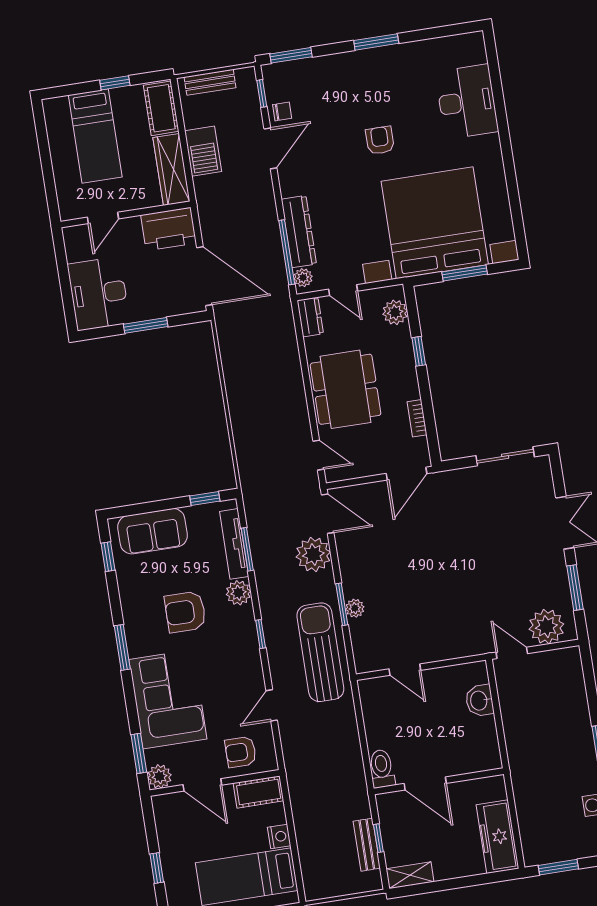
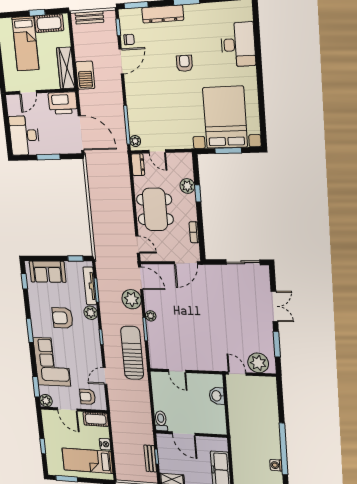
cot: (161, 108) -> (49, 23), moved, turned 90
barbecue: (203, 151) -> (85, 75), moved
bed with nightstands: (435, 223) -> (225, 117), width x0.73
dresser: (299, 232) -> (163, 14), moved, turned 90
plant: (395, 312) -> (187, 186), moved
plant: (355, 608) -> (151, 316), moved

